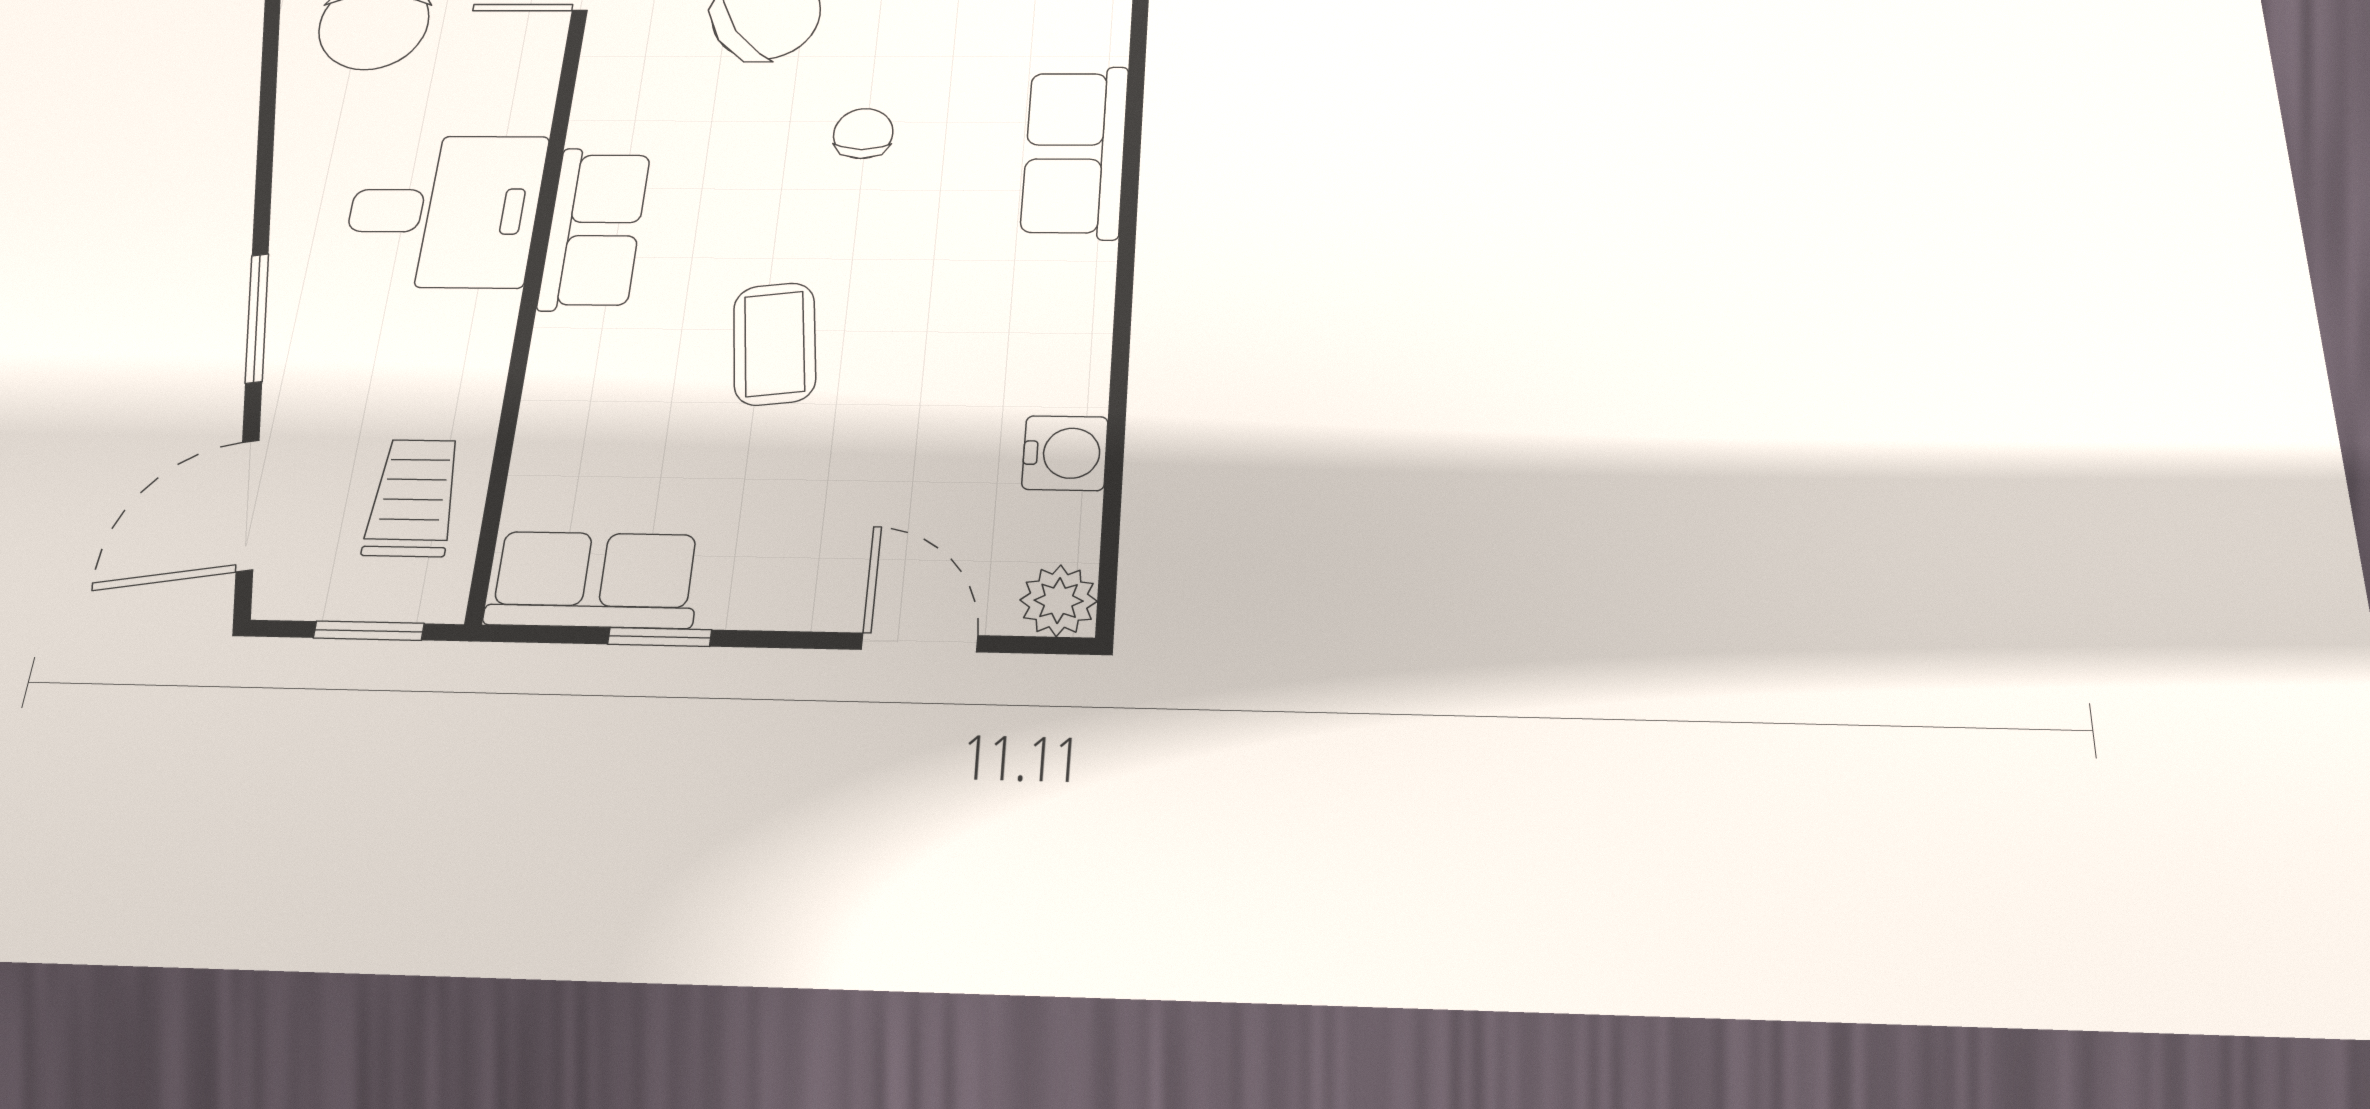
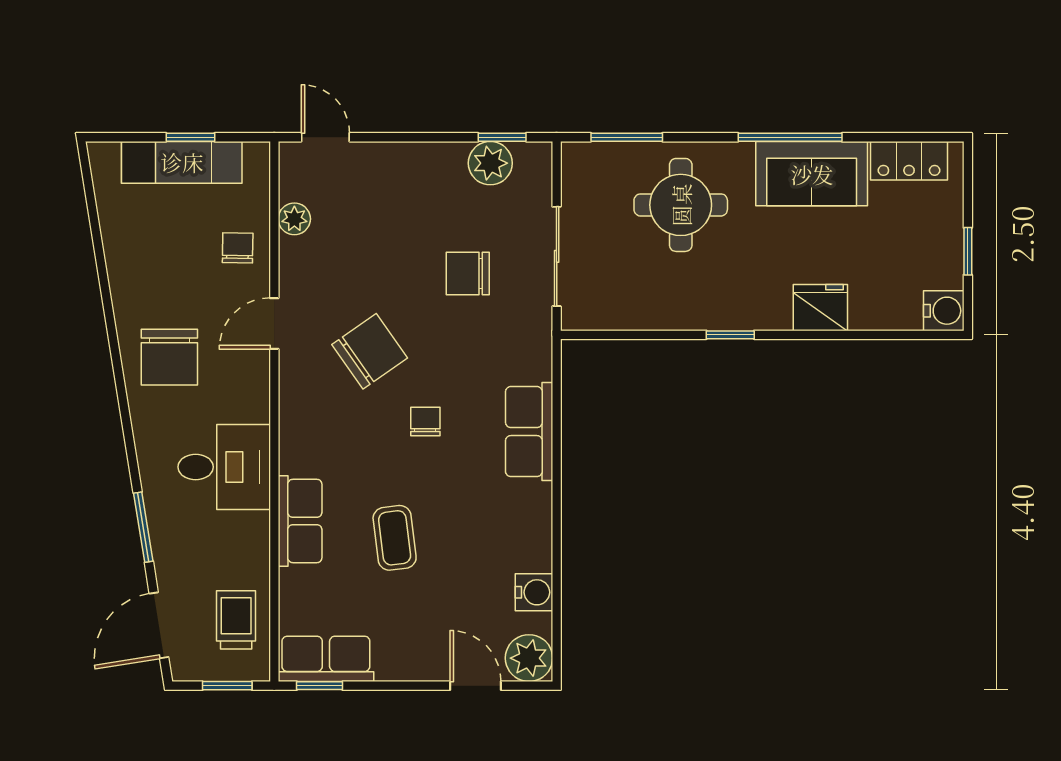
row of seats: (594, 229) -> (300, 521), moved
plant: (1059, 601) -> (529, 658), width x1.38, depth x1.38
window: (660, 637) -> (320, 686), moved

